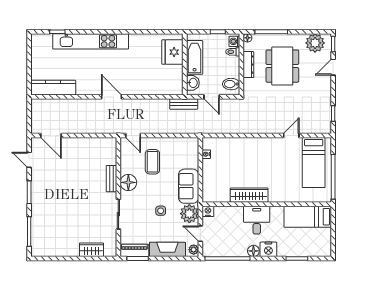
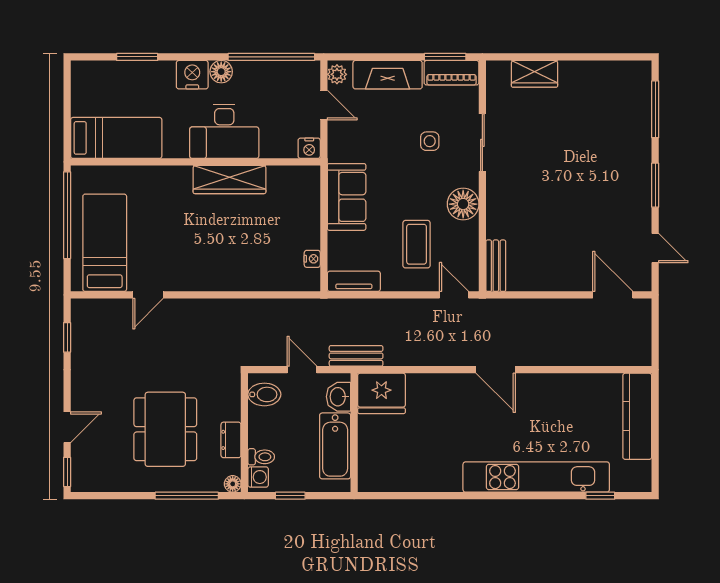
plant: (315, 43) -> (102, 474), removed
fridge: (172, 52) -> (381, 393), moved, turned 90
dresser: (248, 65) -> (231, 440), width x0.70
kitchen counter: (53, 88) -> (637, 416), moved, turned 90
tv unit: (185, 143) -> (354, 281), added
bench: (111, 179) -> (496, 266), moved
side table: (161, 211) -> (430, 141), moved
plant: (189, 214) -> (345, 144), removed
desk: (257, 220) -> (224, 131), width x1.37

